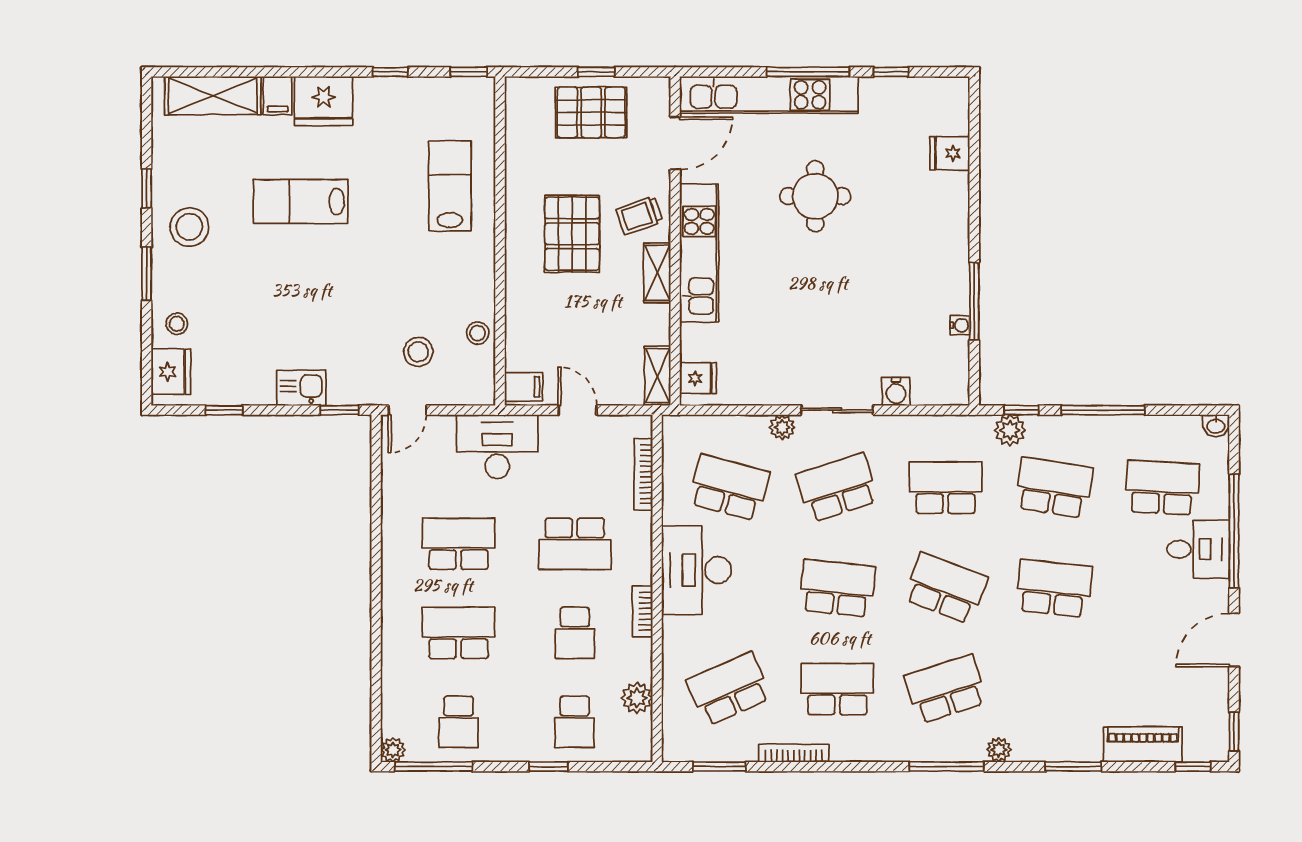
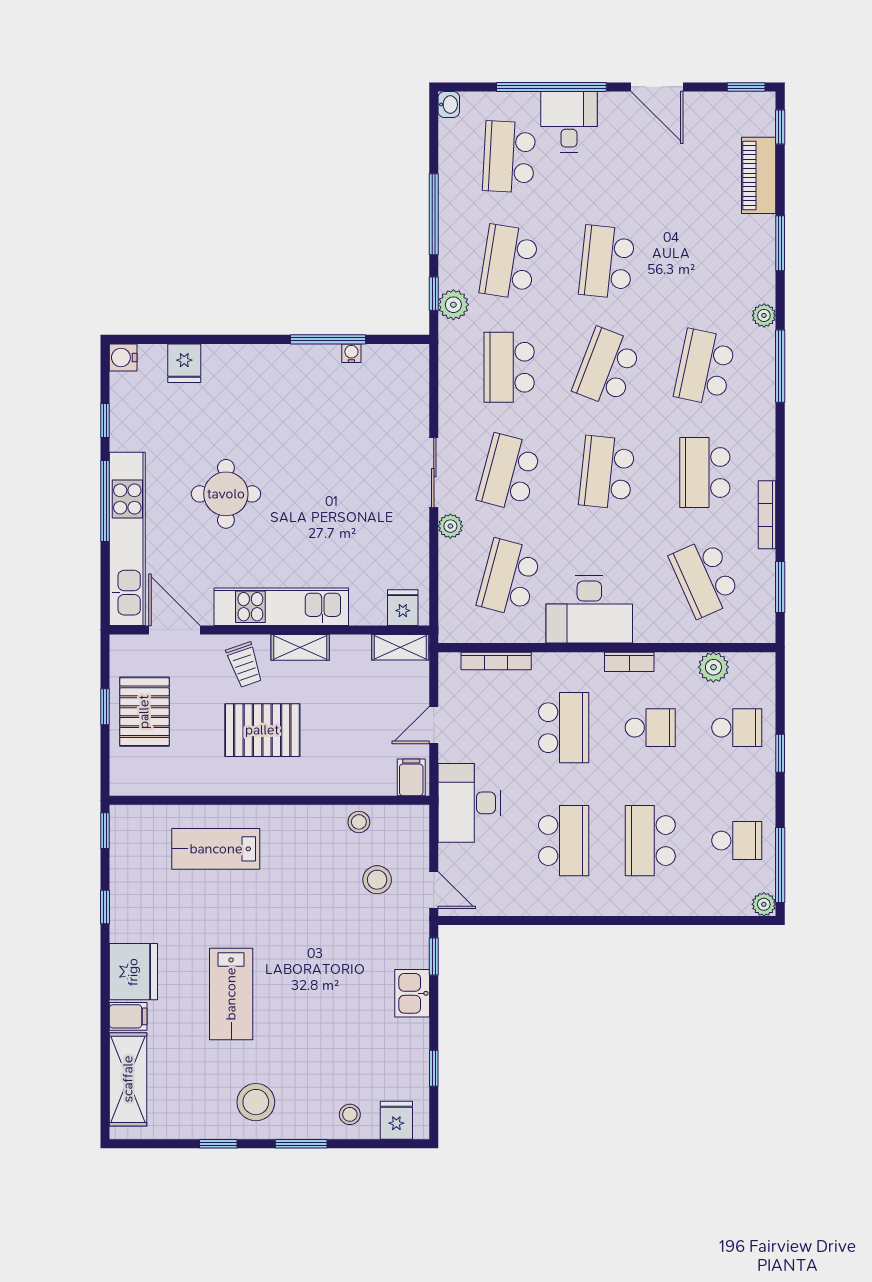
fridge: (171, 372) -> (396, 1120), width x0.72
water cooler: (896, 391) -> (123, 357), moved, turned 180
school desk: (837, 488) -> (509, 472), turned 33
school desk: (459, 544) -> (564, 841), turned 180
school desk: (946, 689) -> (705, 367), turned 30

